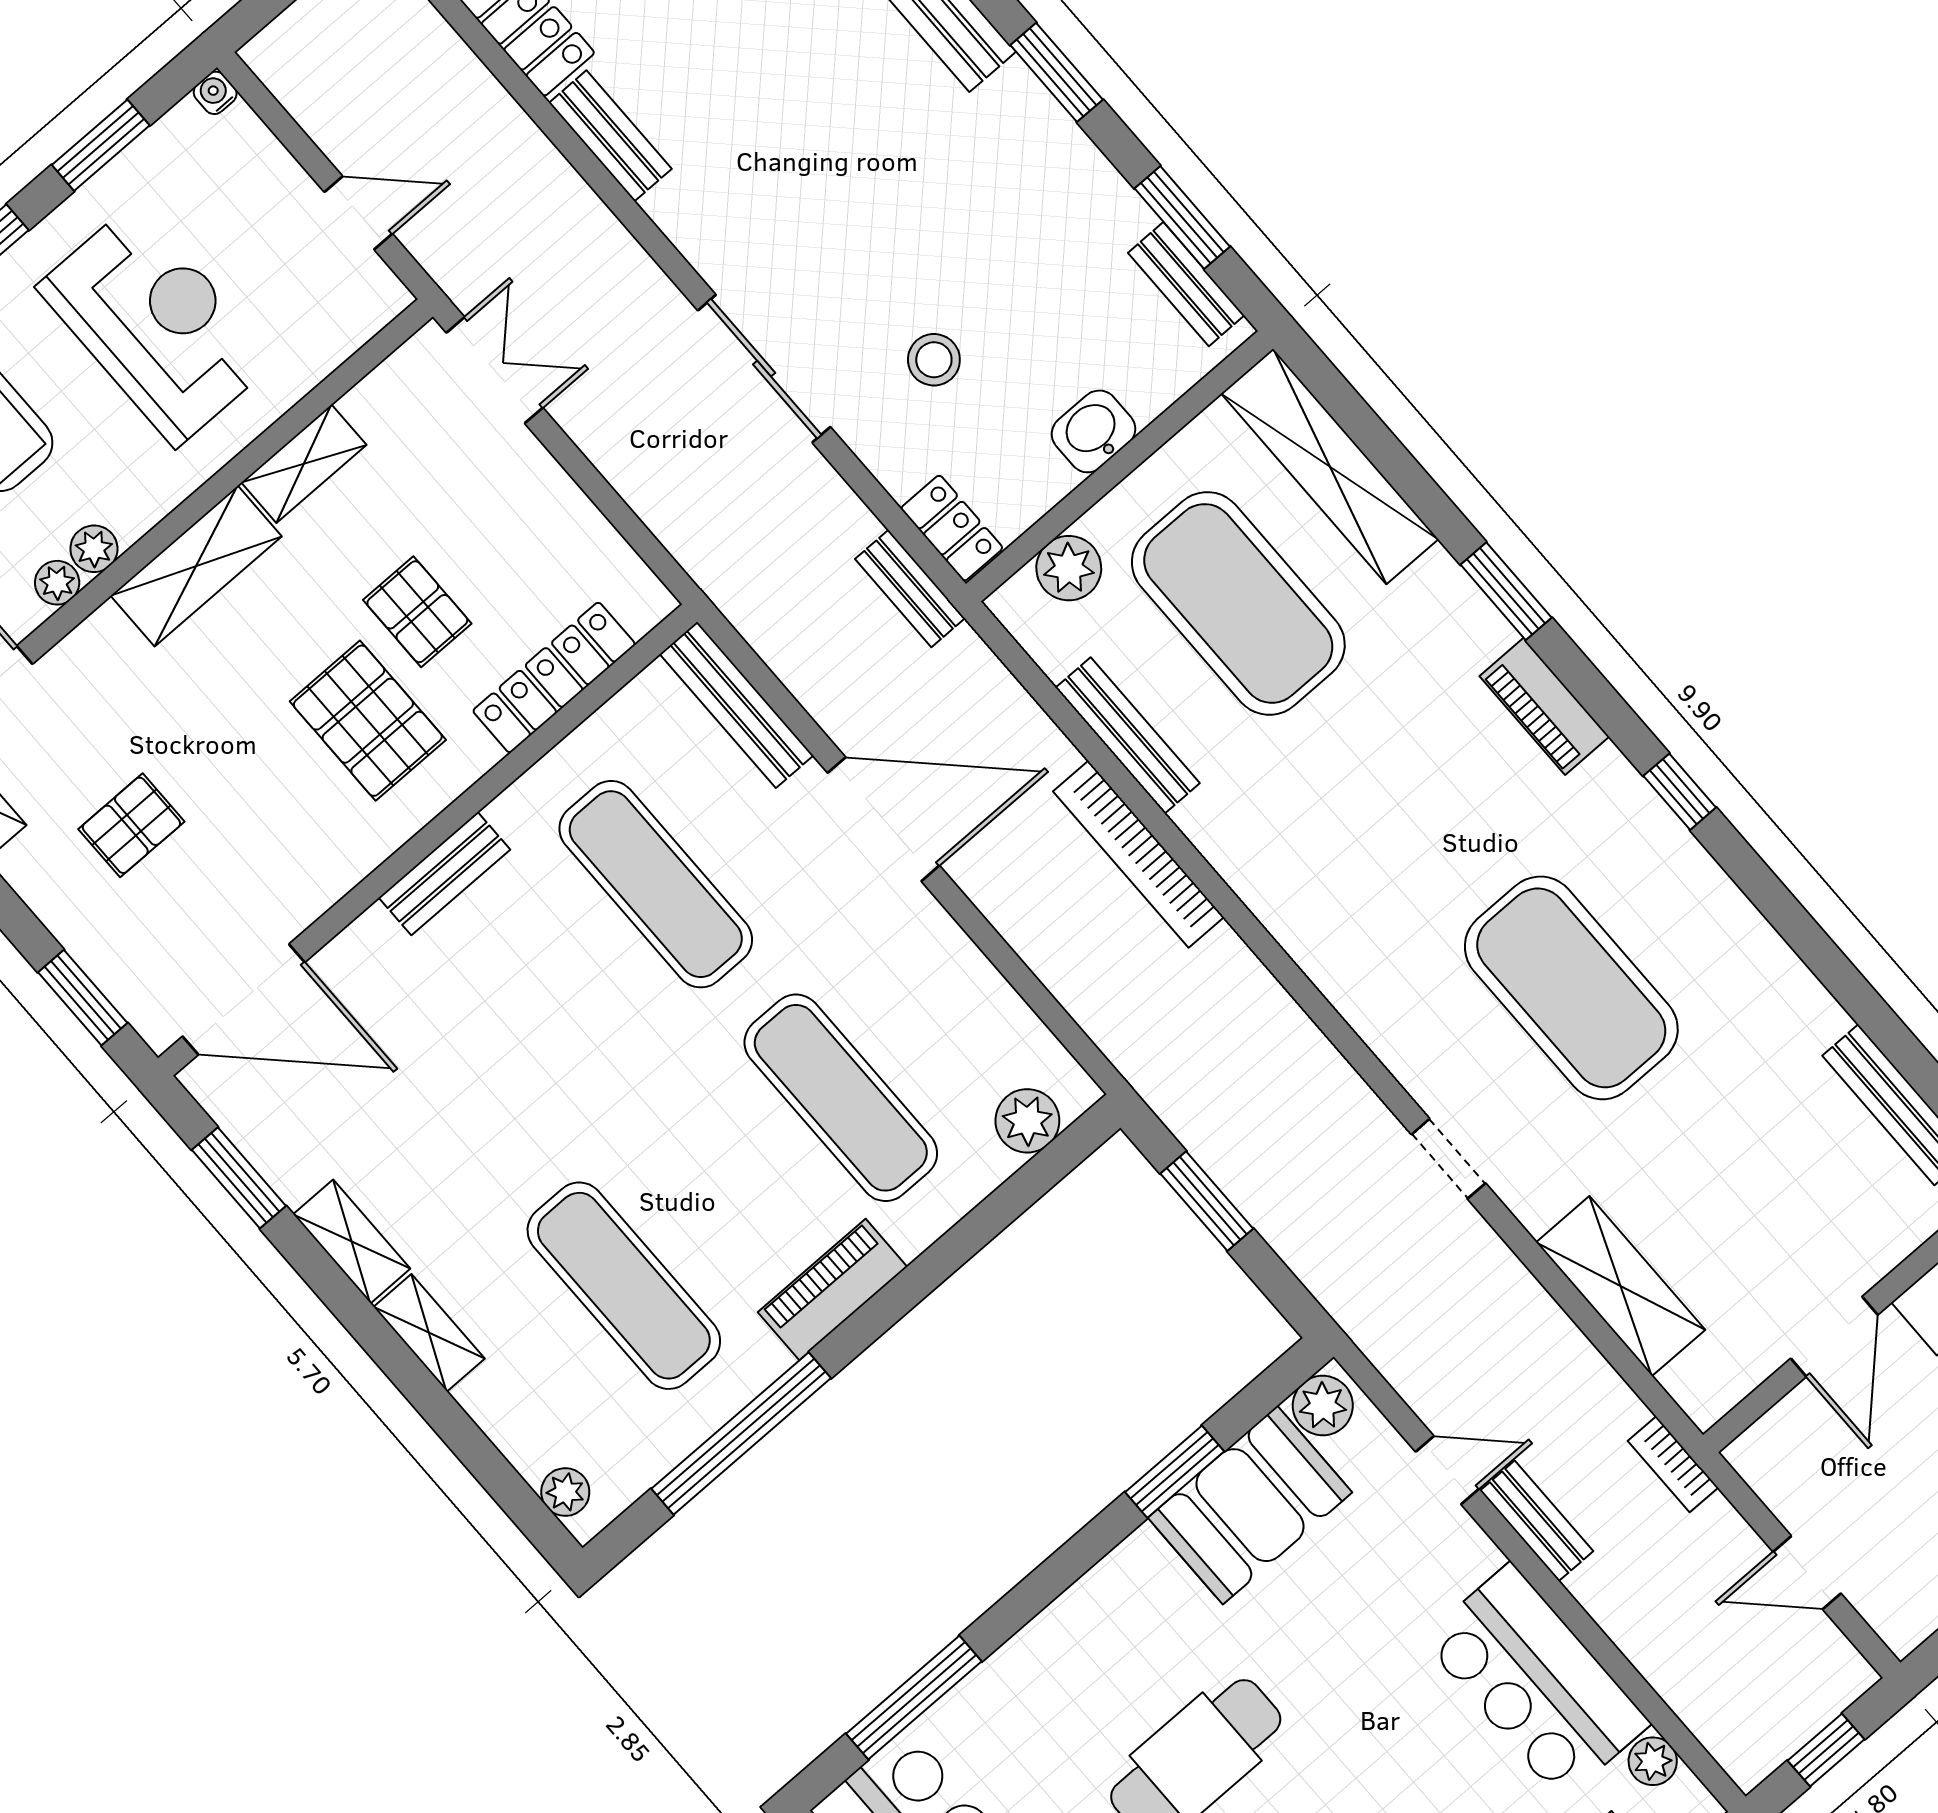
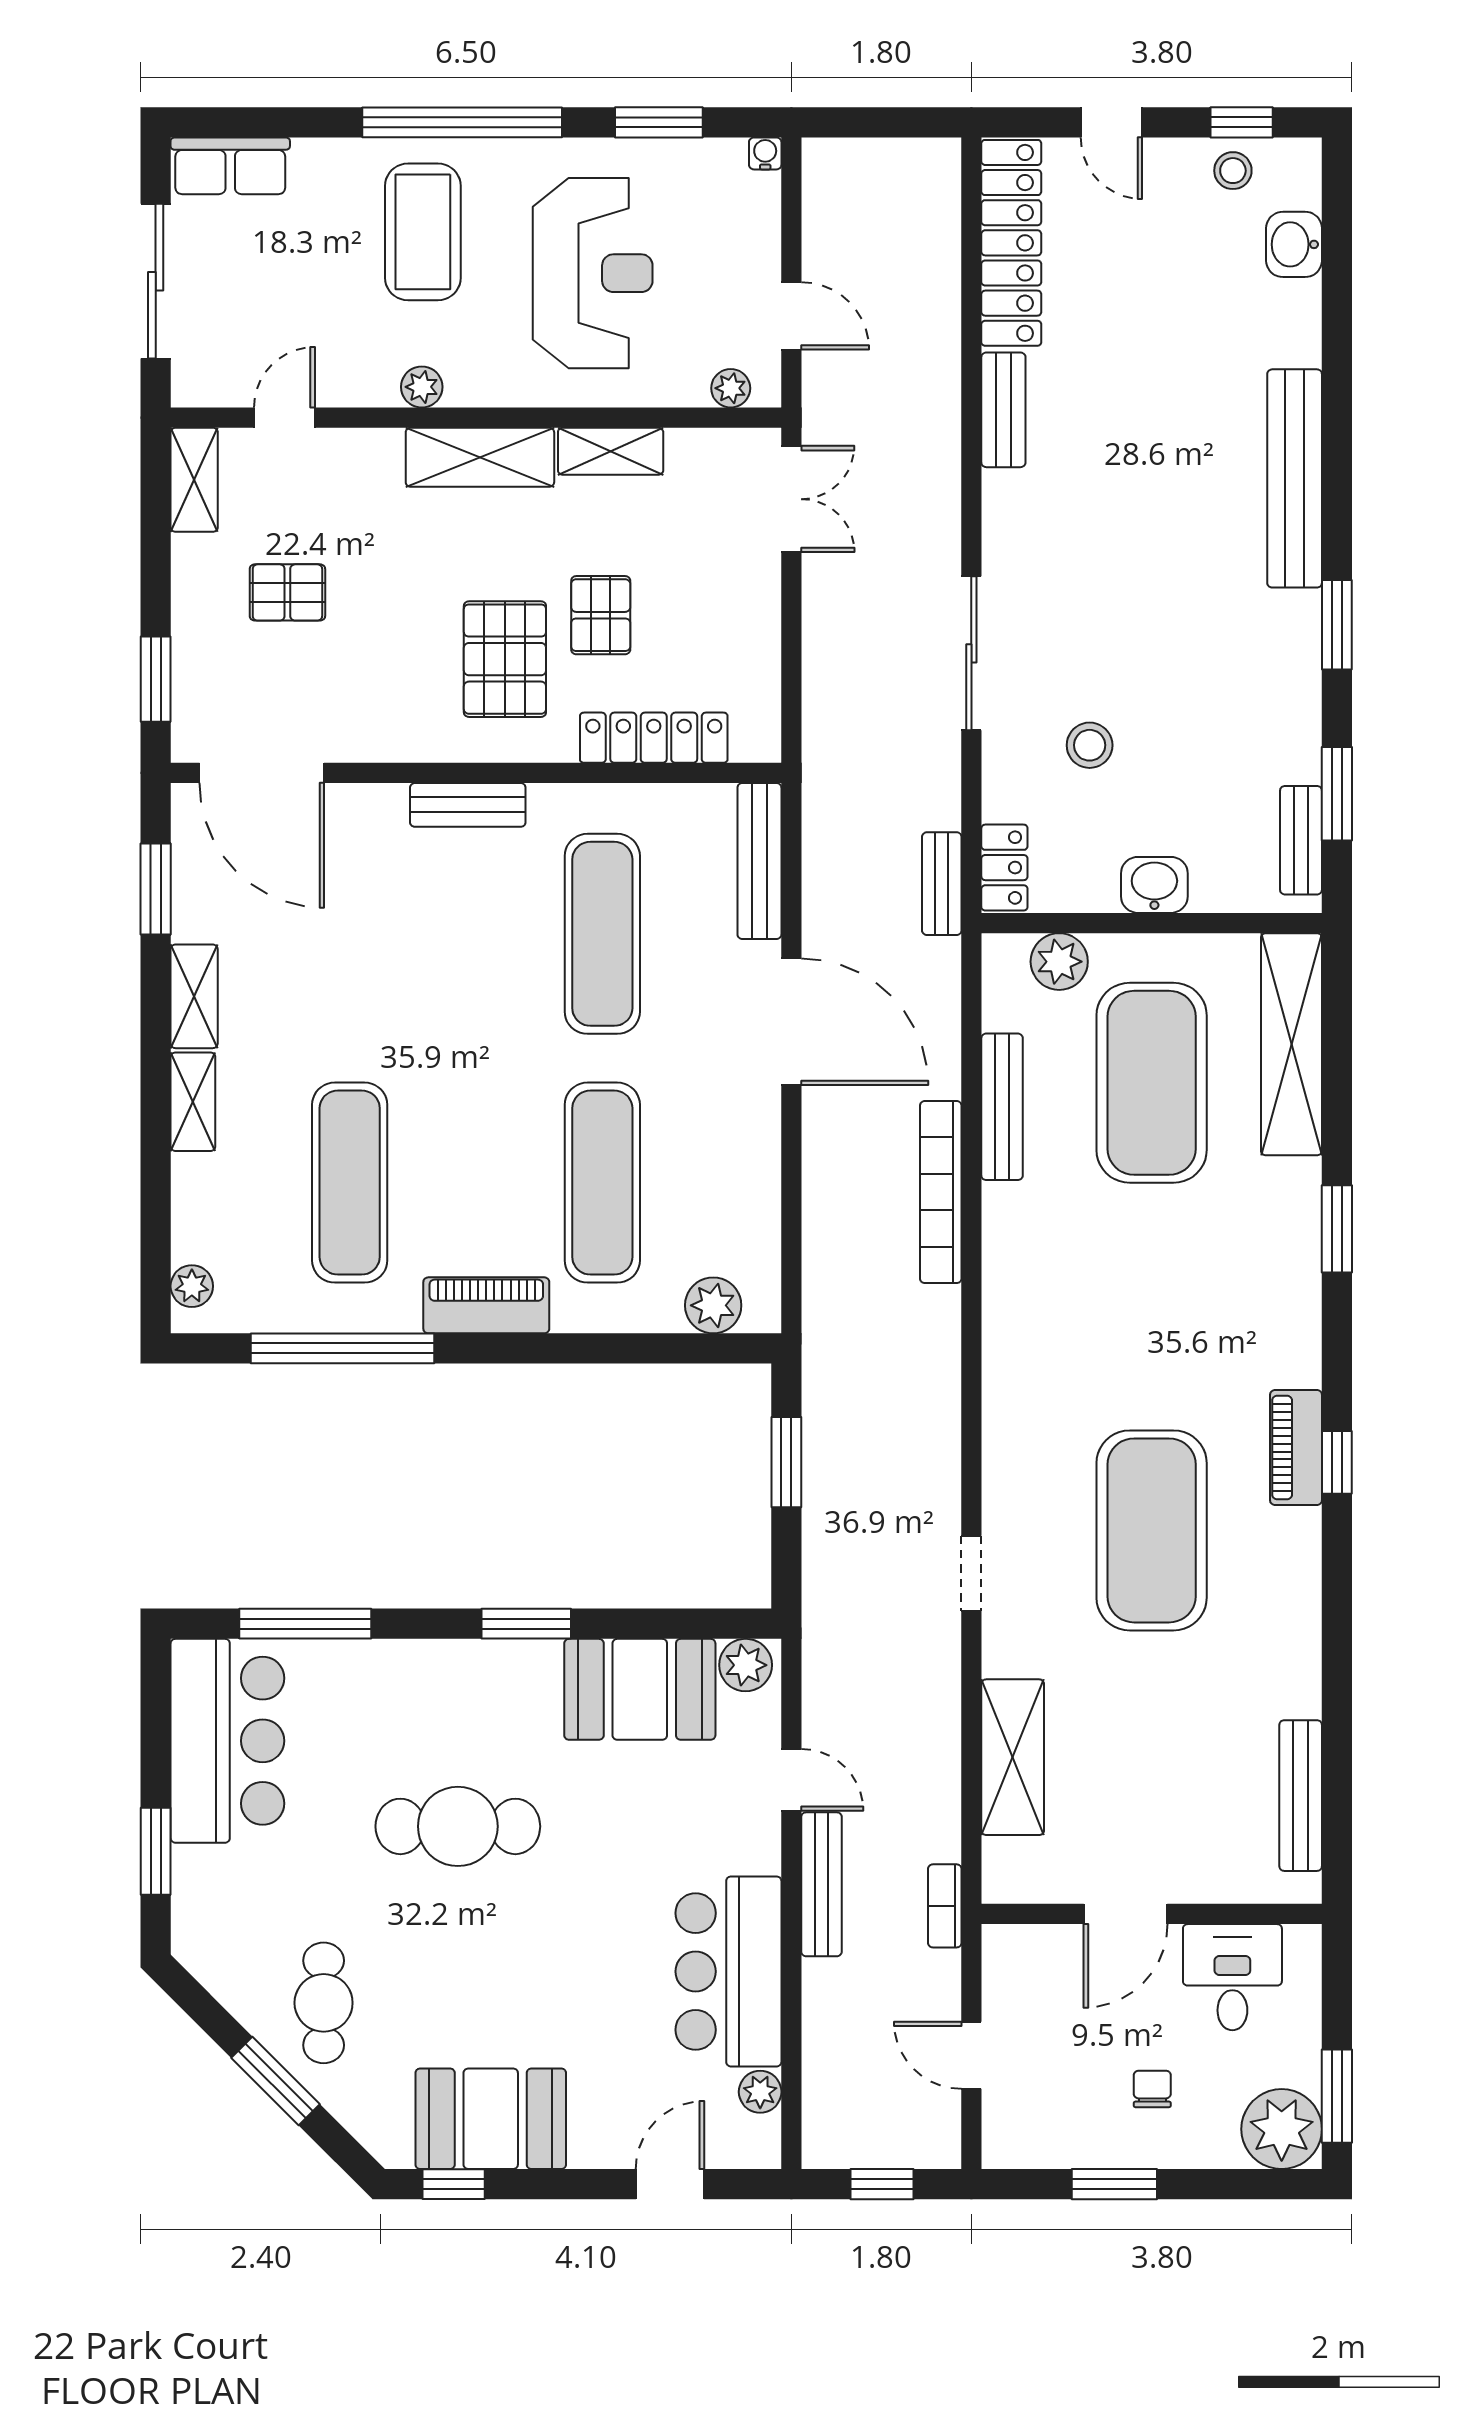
plant: (57, 583) -> (731, 388), moved
piano: (1544, 706) -> (1296, 1448), moved
window: (1175, 1472) -> (526, 1624), moved
bench: (1537, 1521) -> (821, 1884), width x1.36

